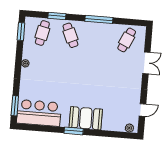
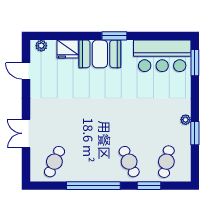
window: (99, 19) -> (93, 186), width x1.46
window: (21, 31) -> (195, 133), moved
door: (142, 110) -> (26, 71), hinge flipped
fridge: (110, 124) -> (68, 49), added

